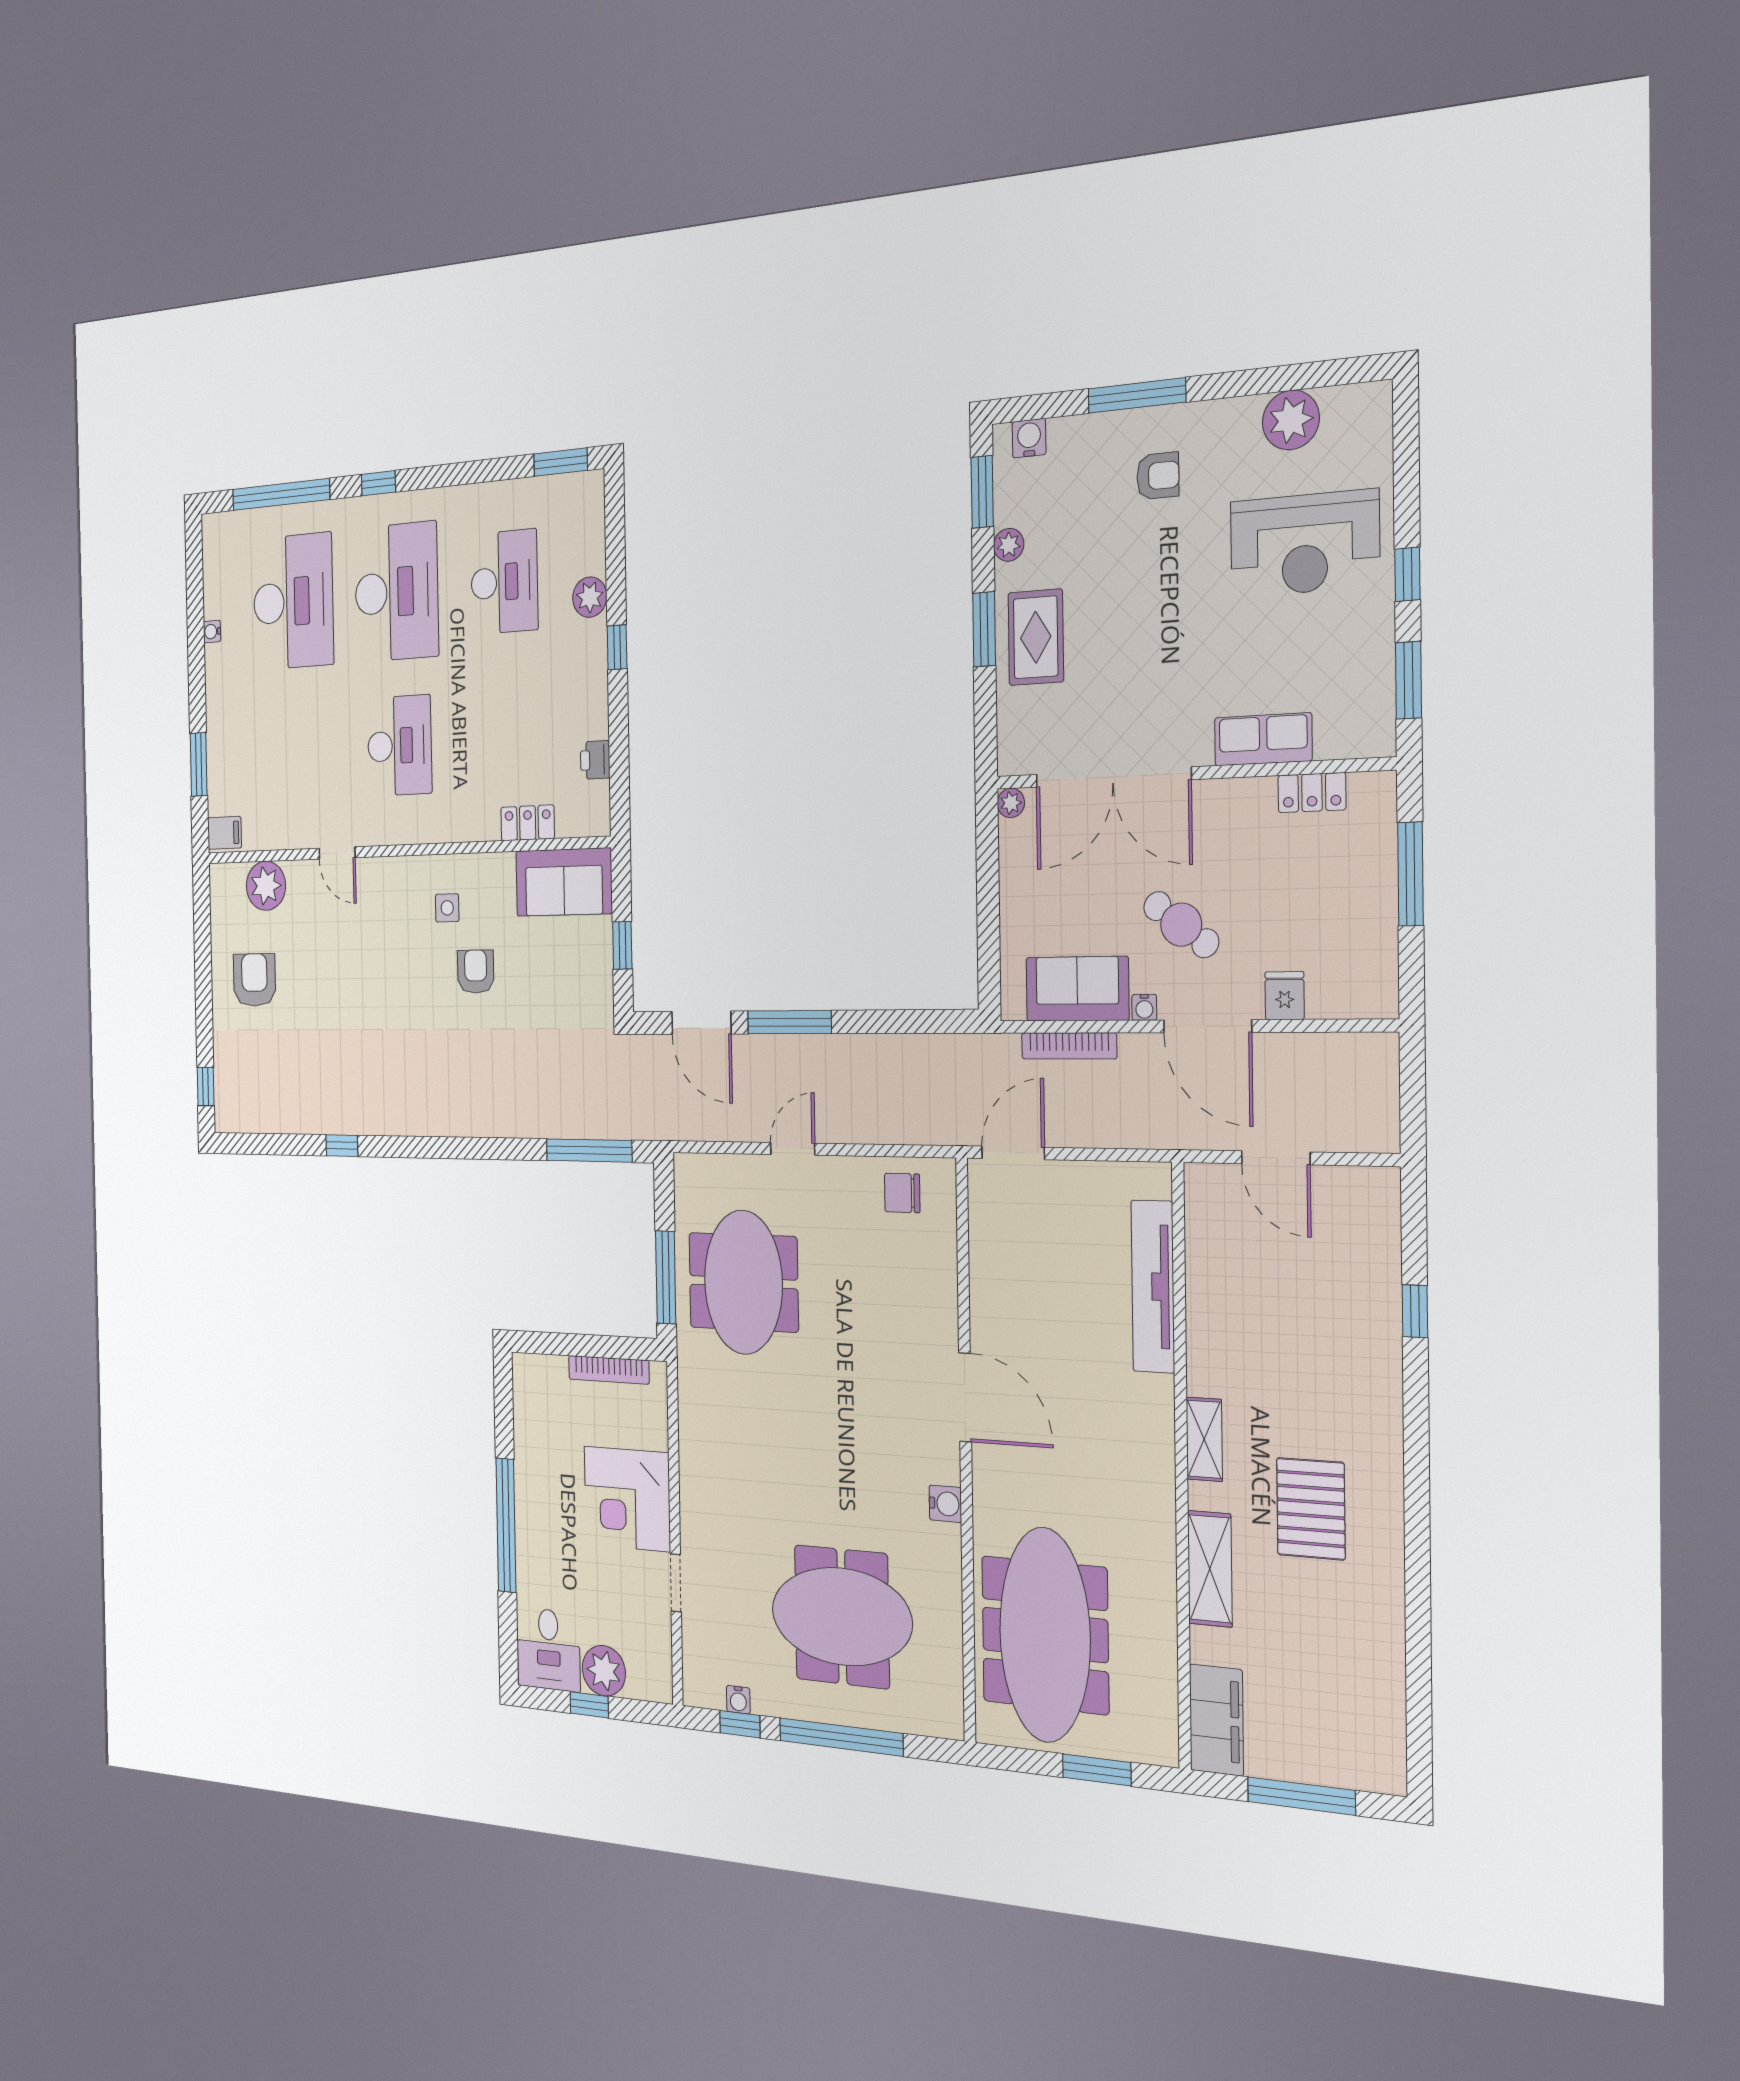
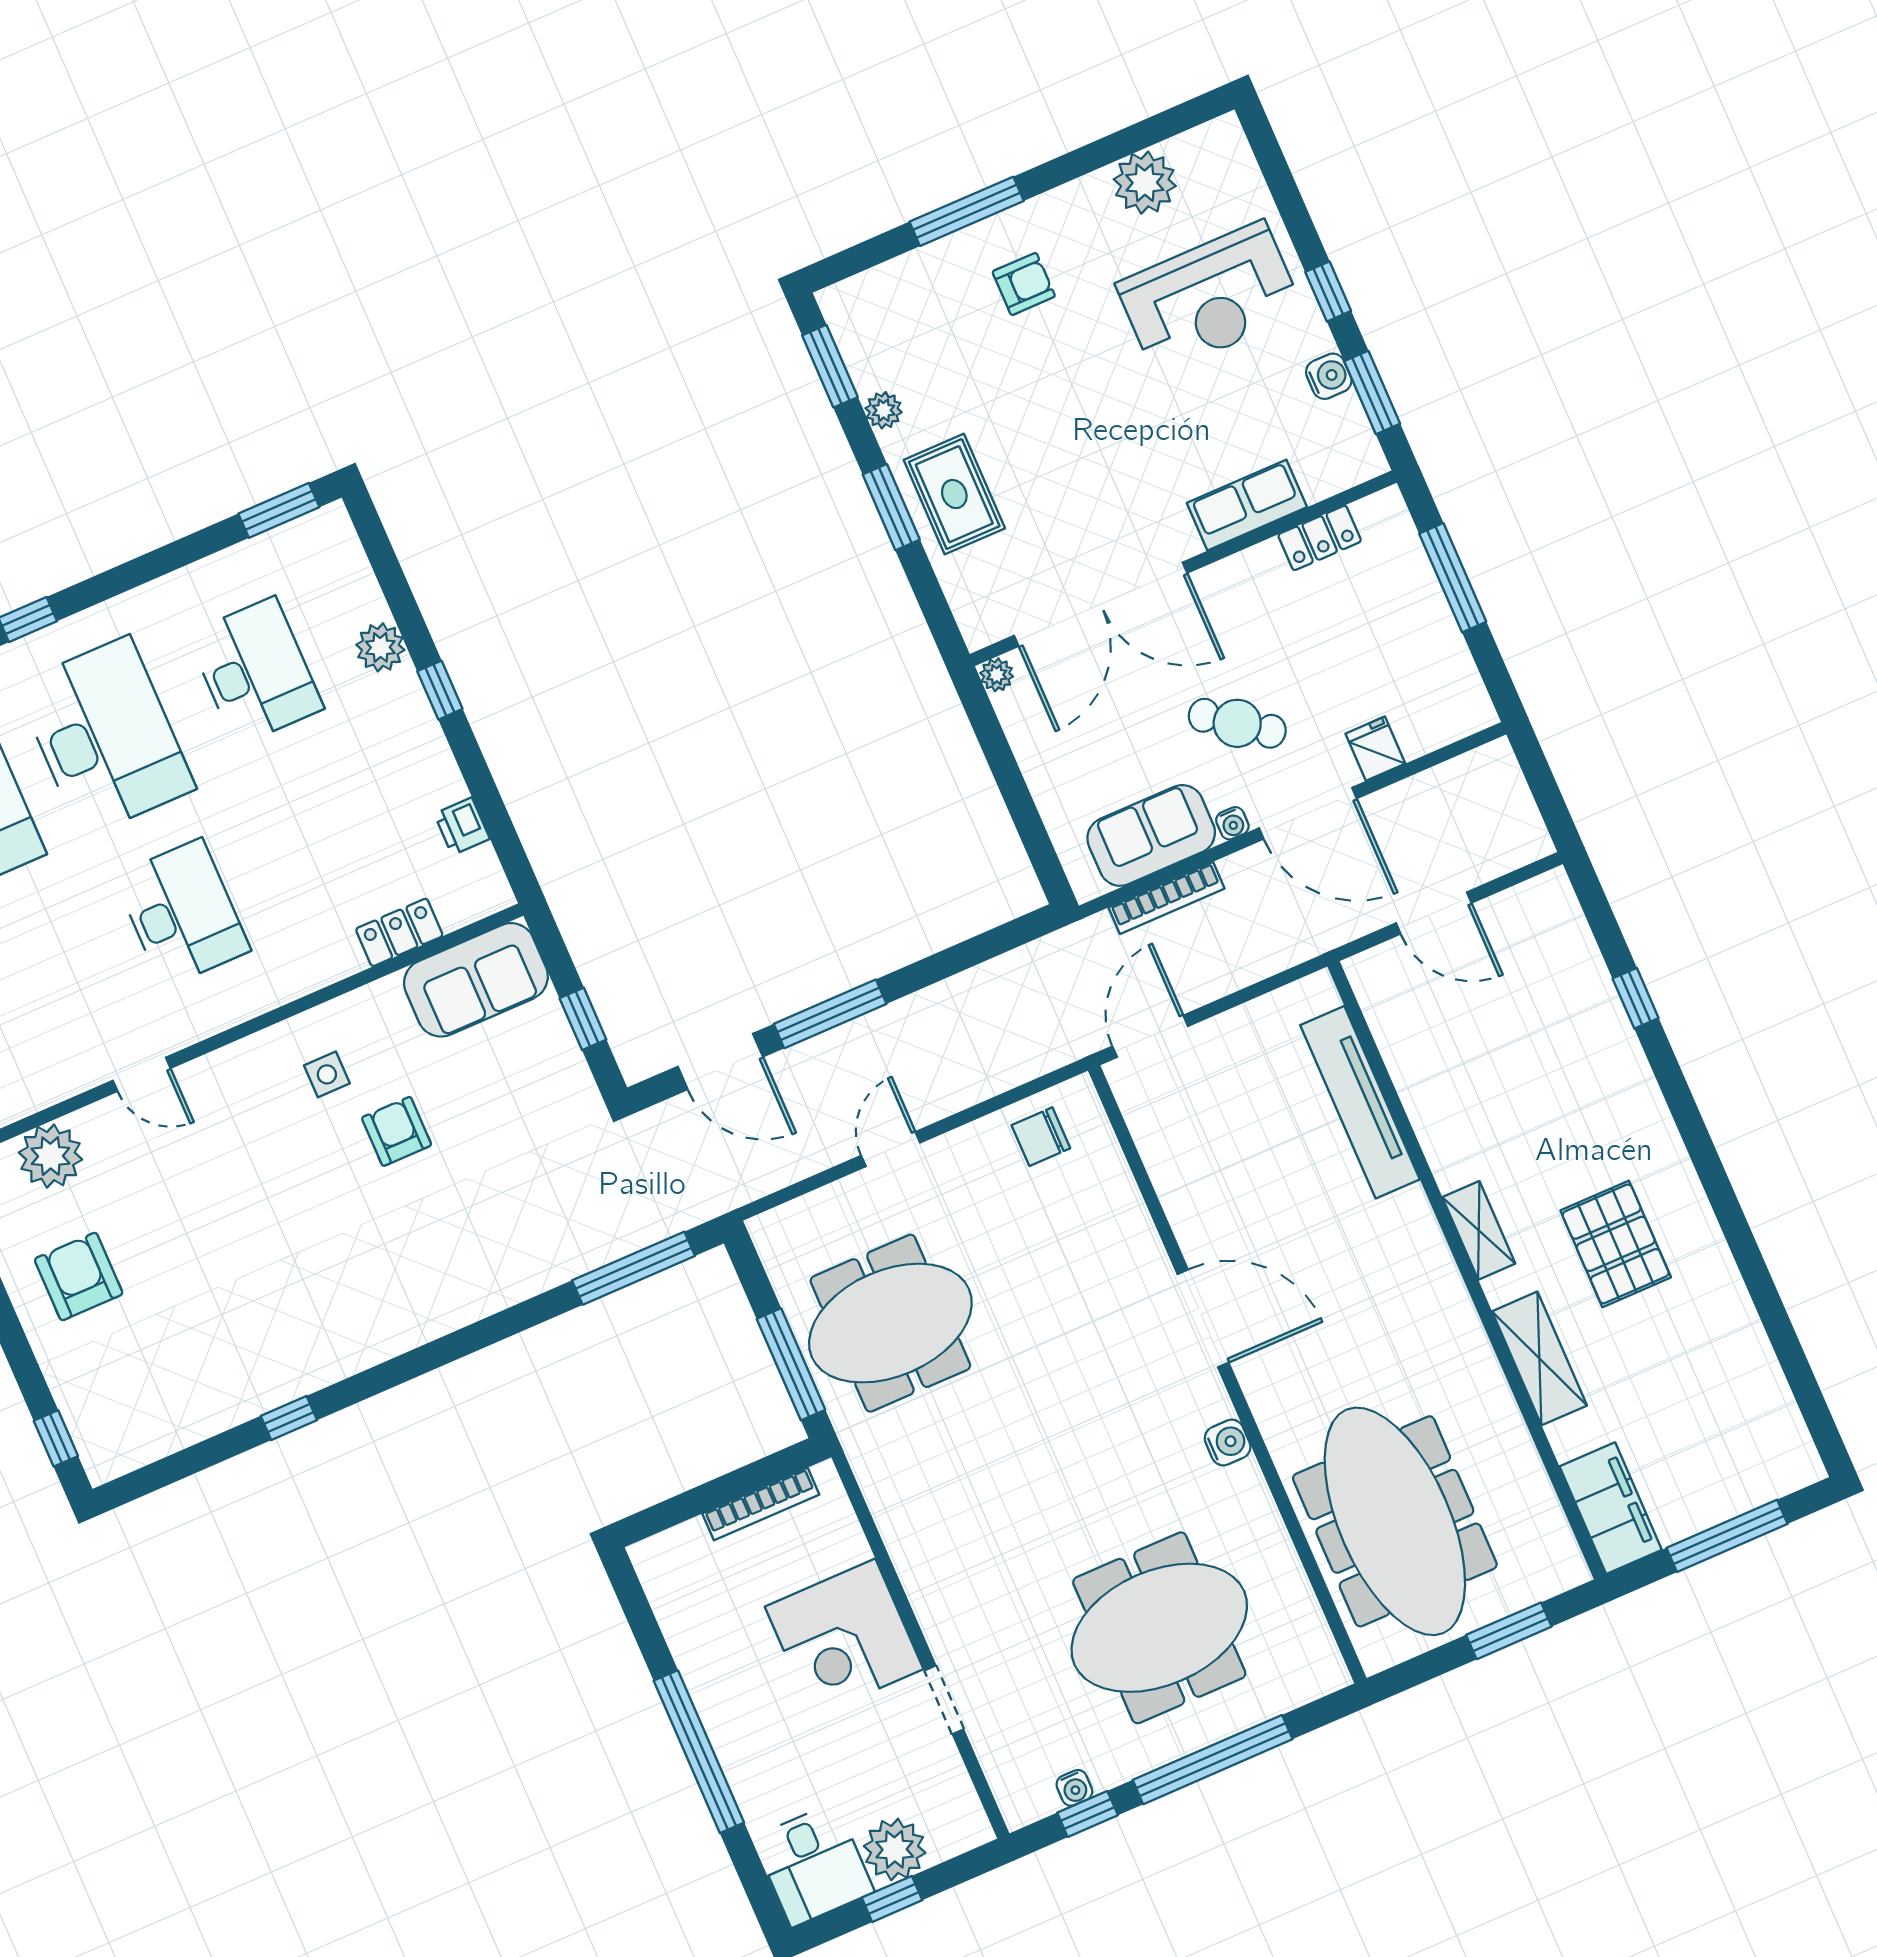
water cooler: (1029, 438) -> (1329, 376), moved, turned 90
meeting table: (743, 1282) -> (890, 1323), turned 90

